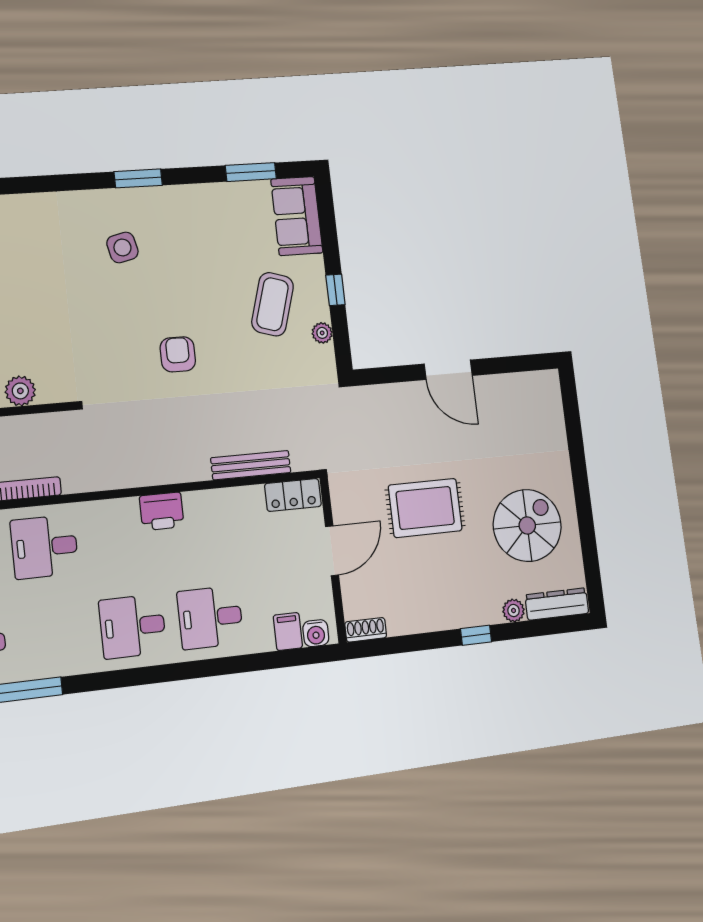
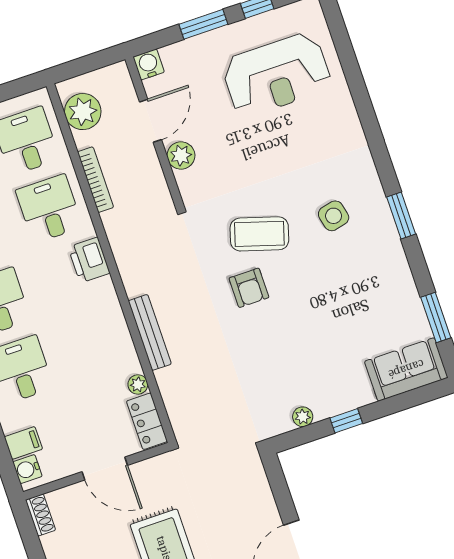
coffee table: (273, 304) -> (259, 234), moved
armchair: (178, 354) -> (249, 288), turned 90
bench: (251, 465) -> (150, 332), moved
plant: (253, 495) -> (138, 384), added
printer: (162, 511) -> (89, 260), moved

